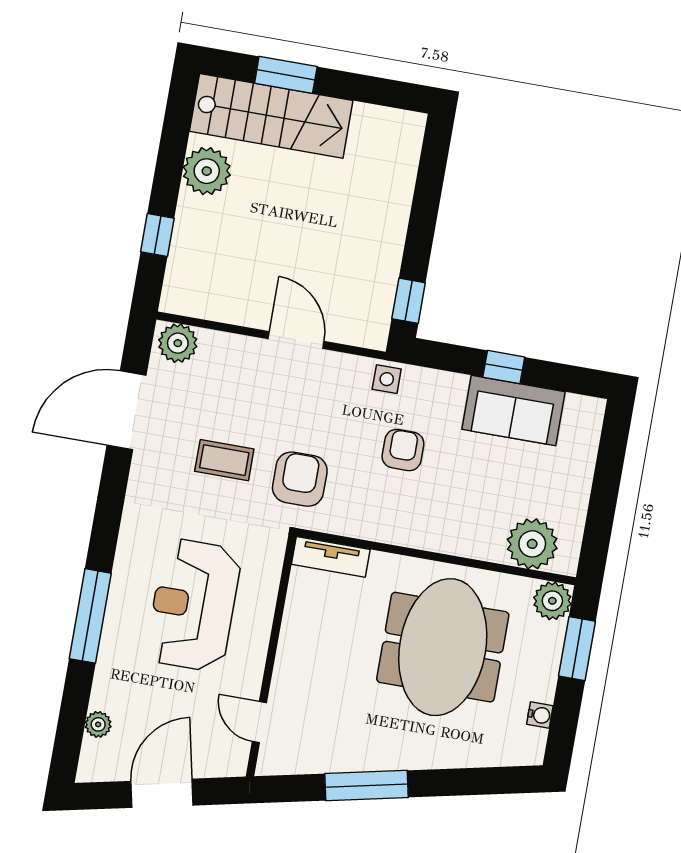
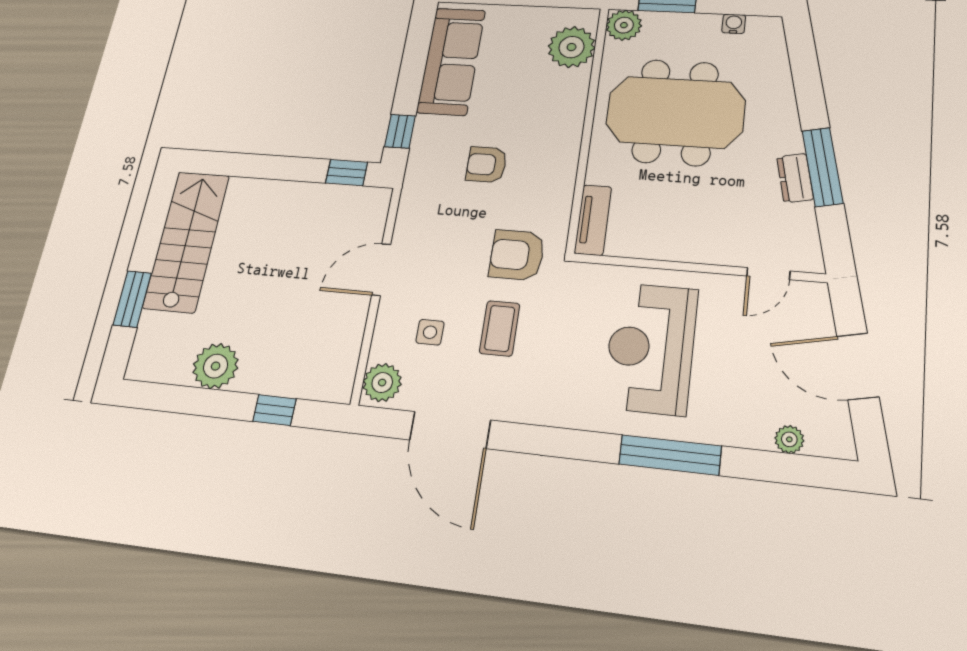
stairs: (271, 116) -> (186, 241), moved
window: (504, 367) -> (400, 131), moved
side table: (387, 379) -> (430, 332), moved
sofa: (513, 411) -> (451, 61), width x1.36
reception desk: (194, 605) -> (650, 348), turned 90
dresser: (357, 758) -> (795, 178), added

